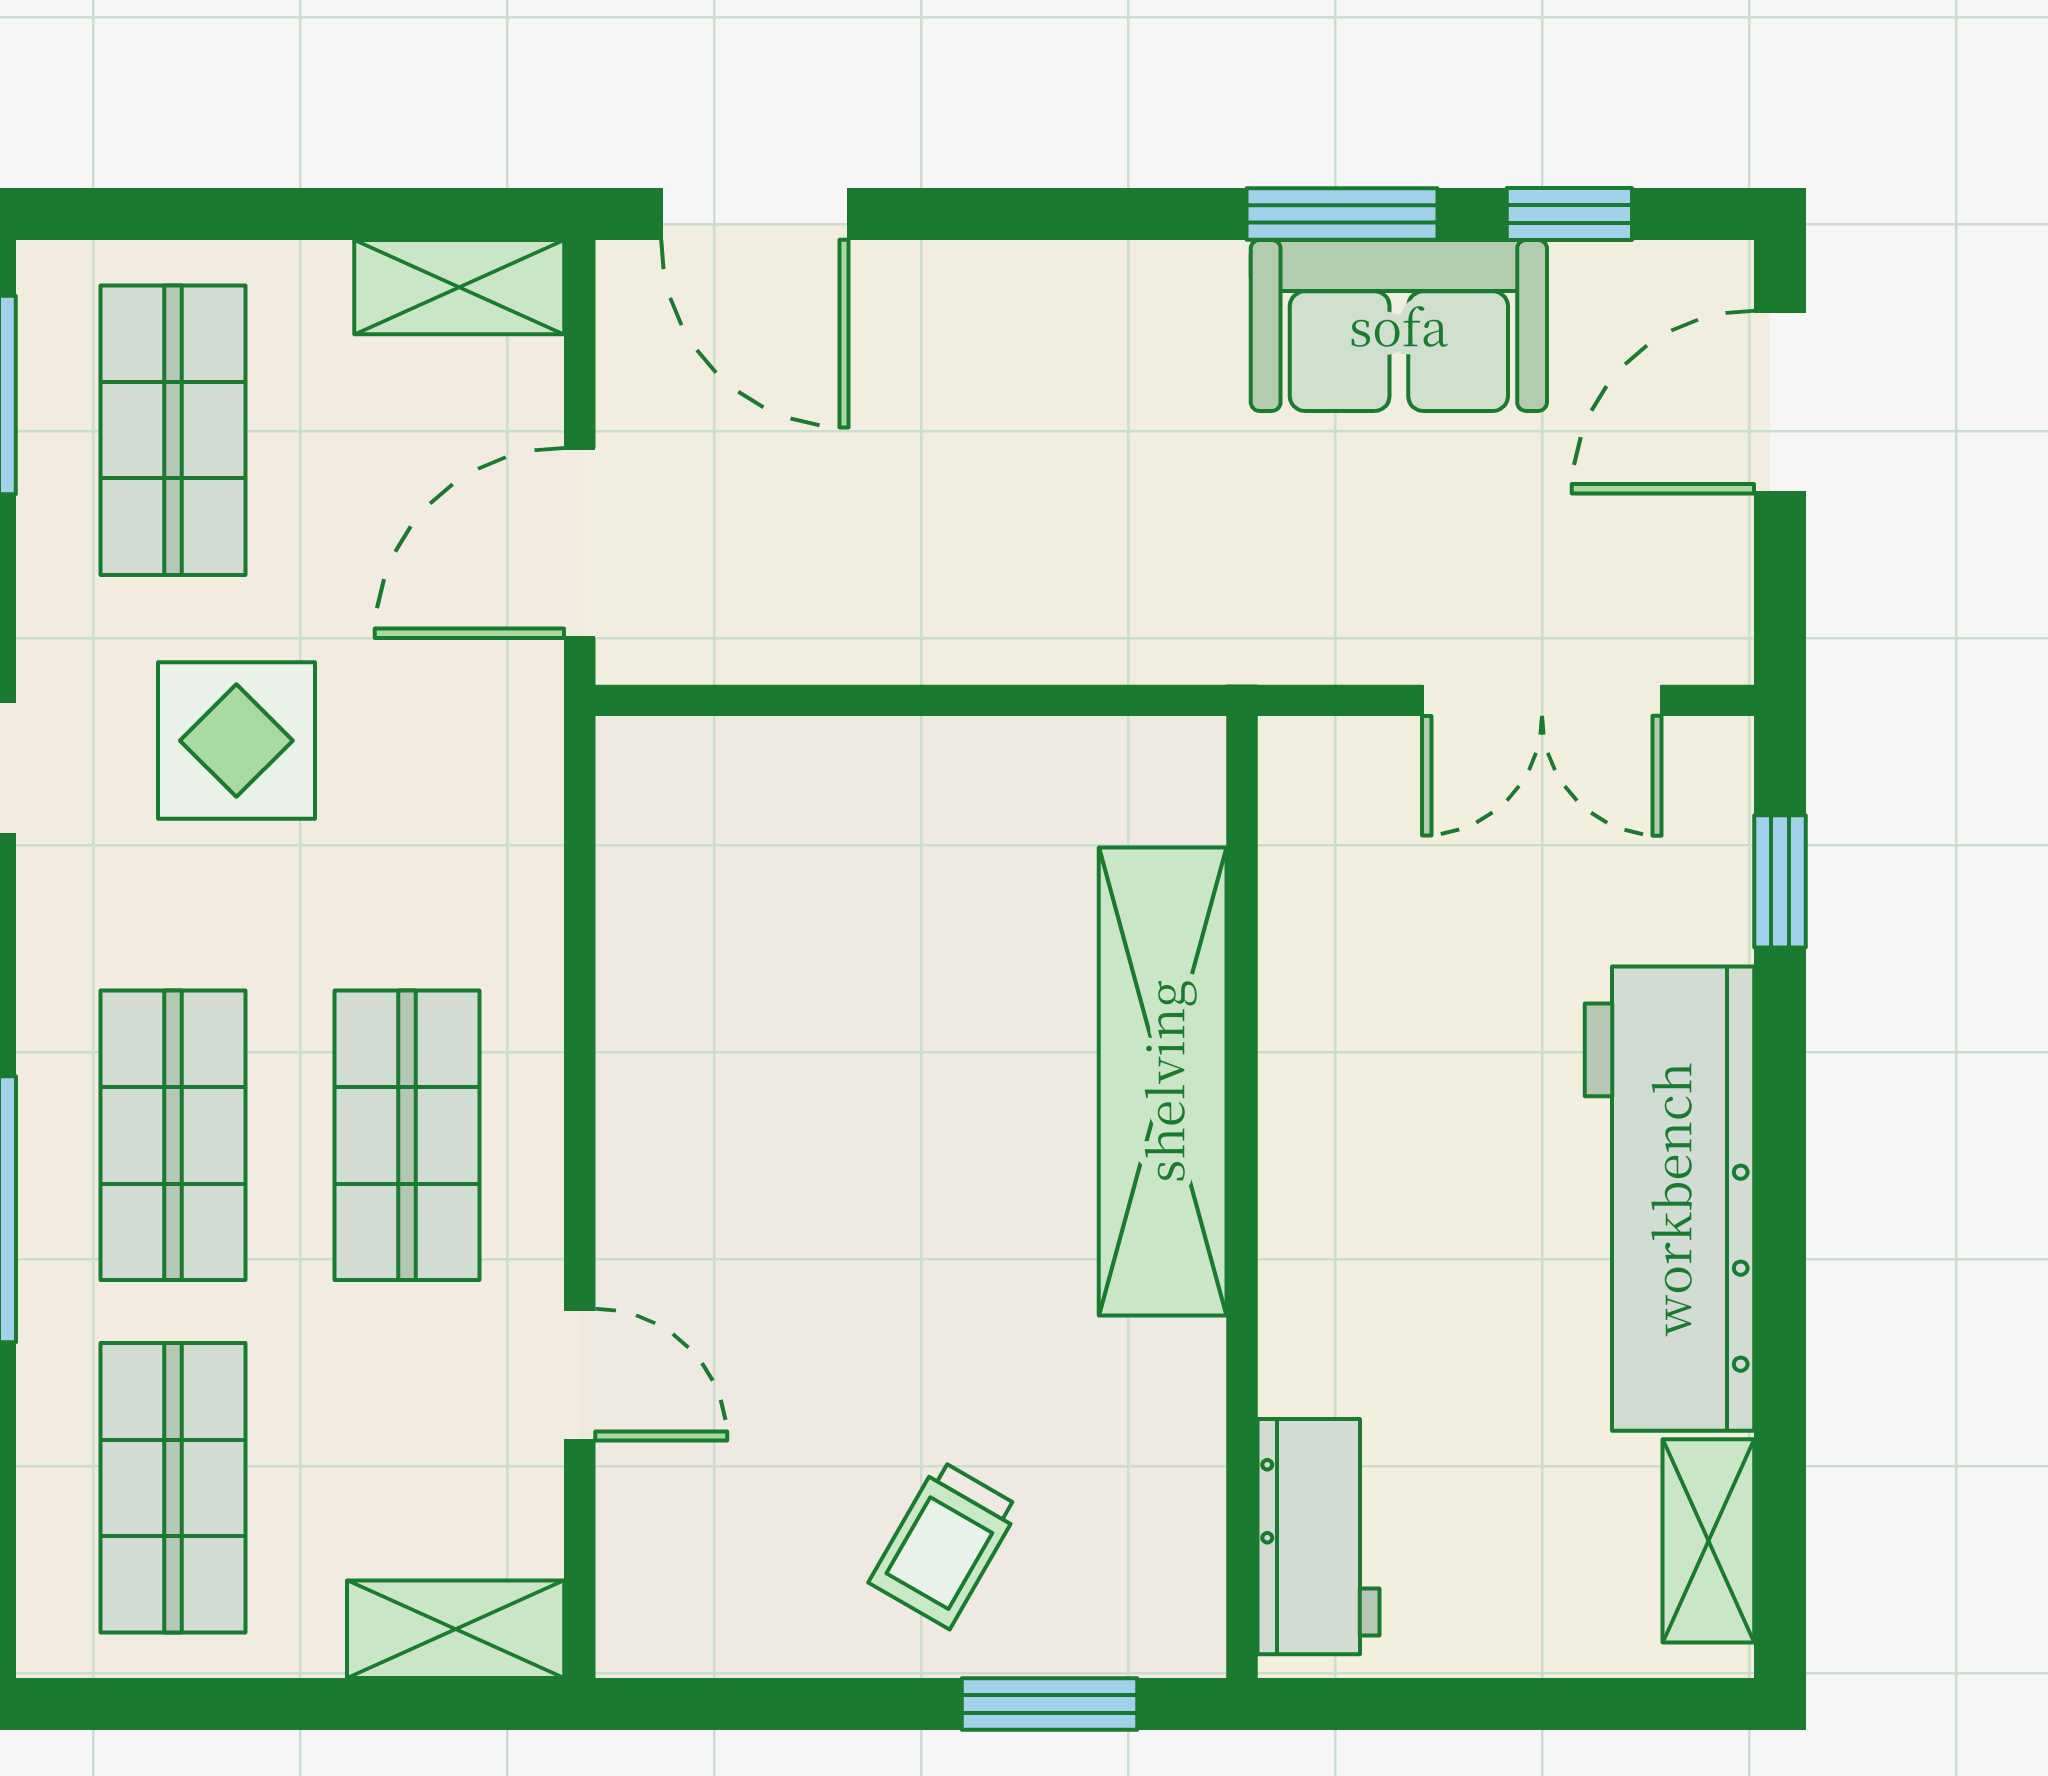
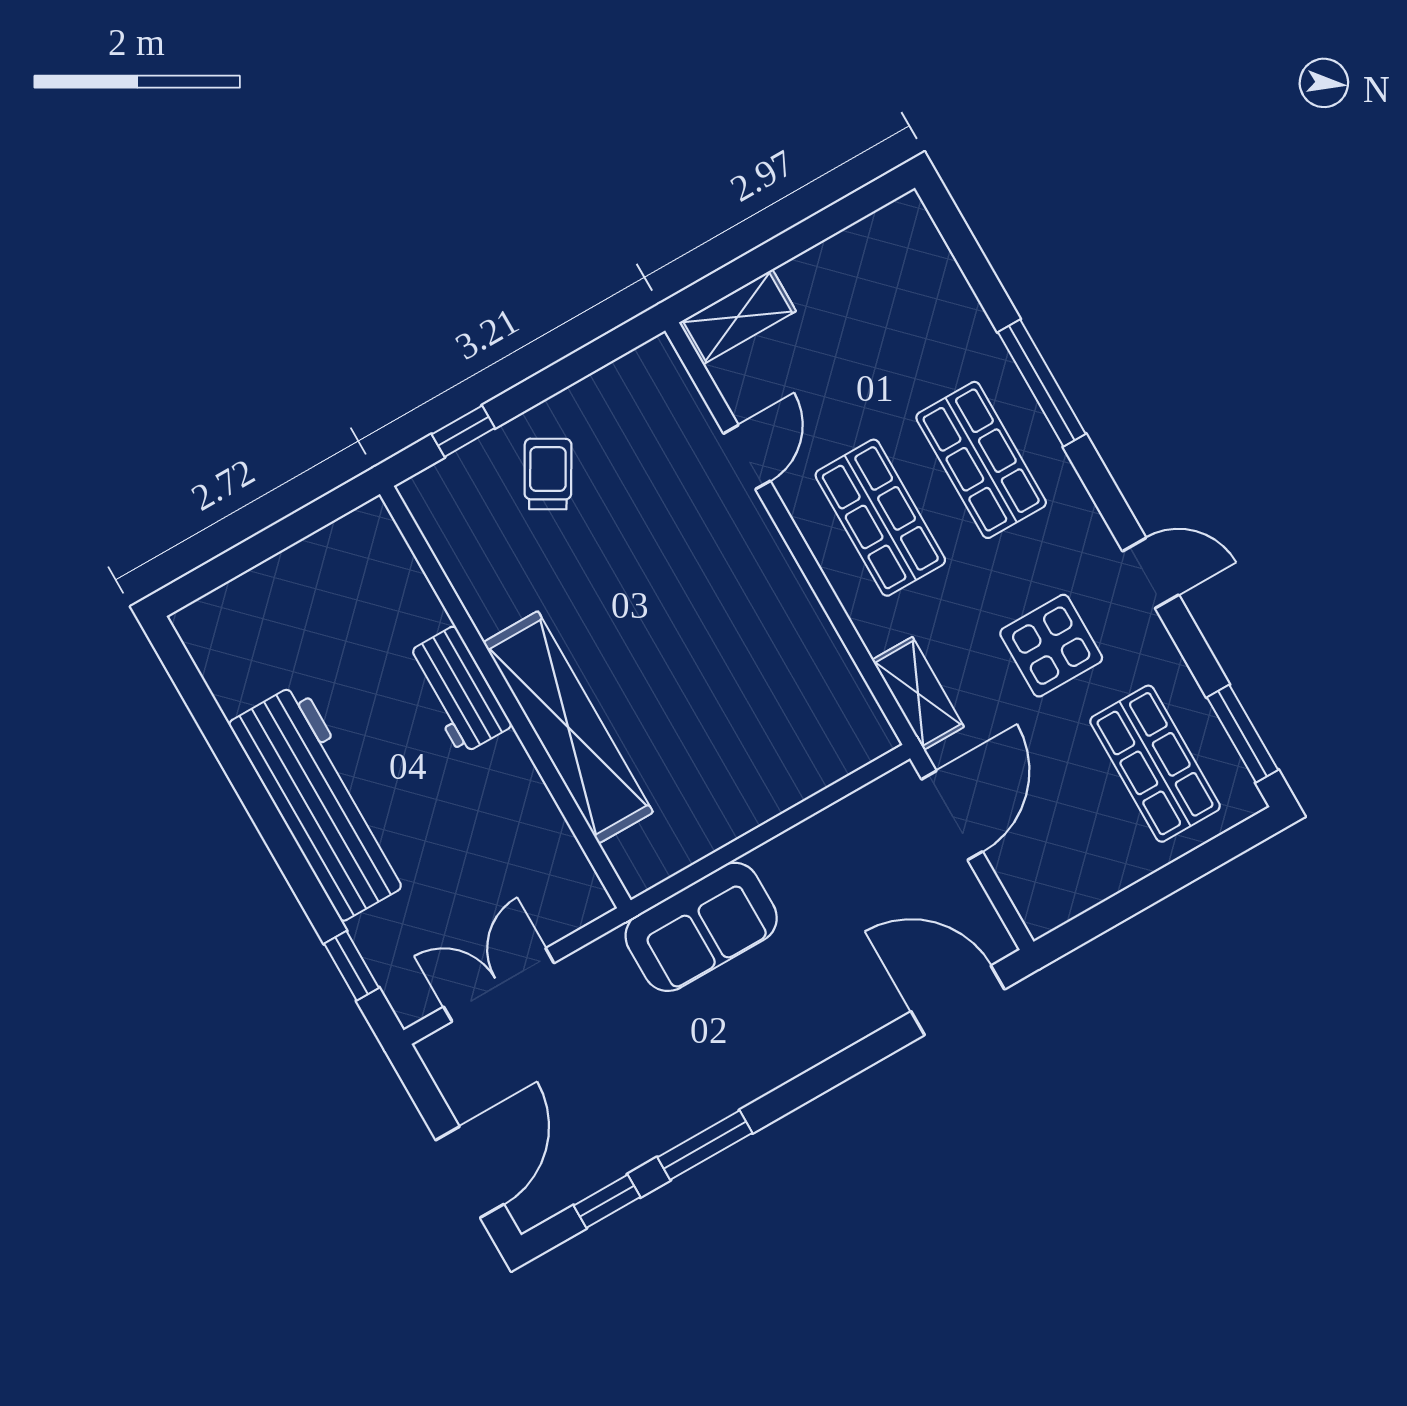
shelving: (459, 287) -> (918, 693), moved, turned 90
sofa: (1399, 325) -> (701, 927), moved, turned 180
door: (580, 1375) -> (747, 457), swing flipped
shop shelf: (173, 1488) -> (894, 308), removed
workbench: (1318, 1537) -> (458, 690), moved
shelving: (1708, 1541) -> (220, 664), removed
window: (1050, 1704) -> (463, 431), width x0.67

